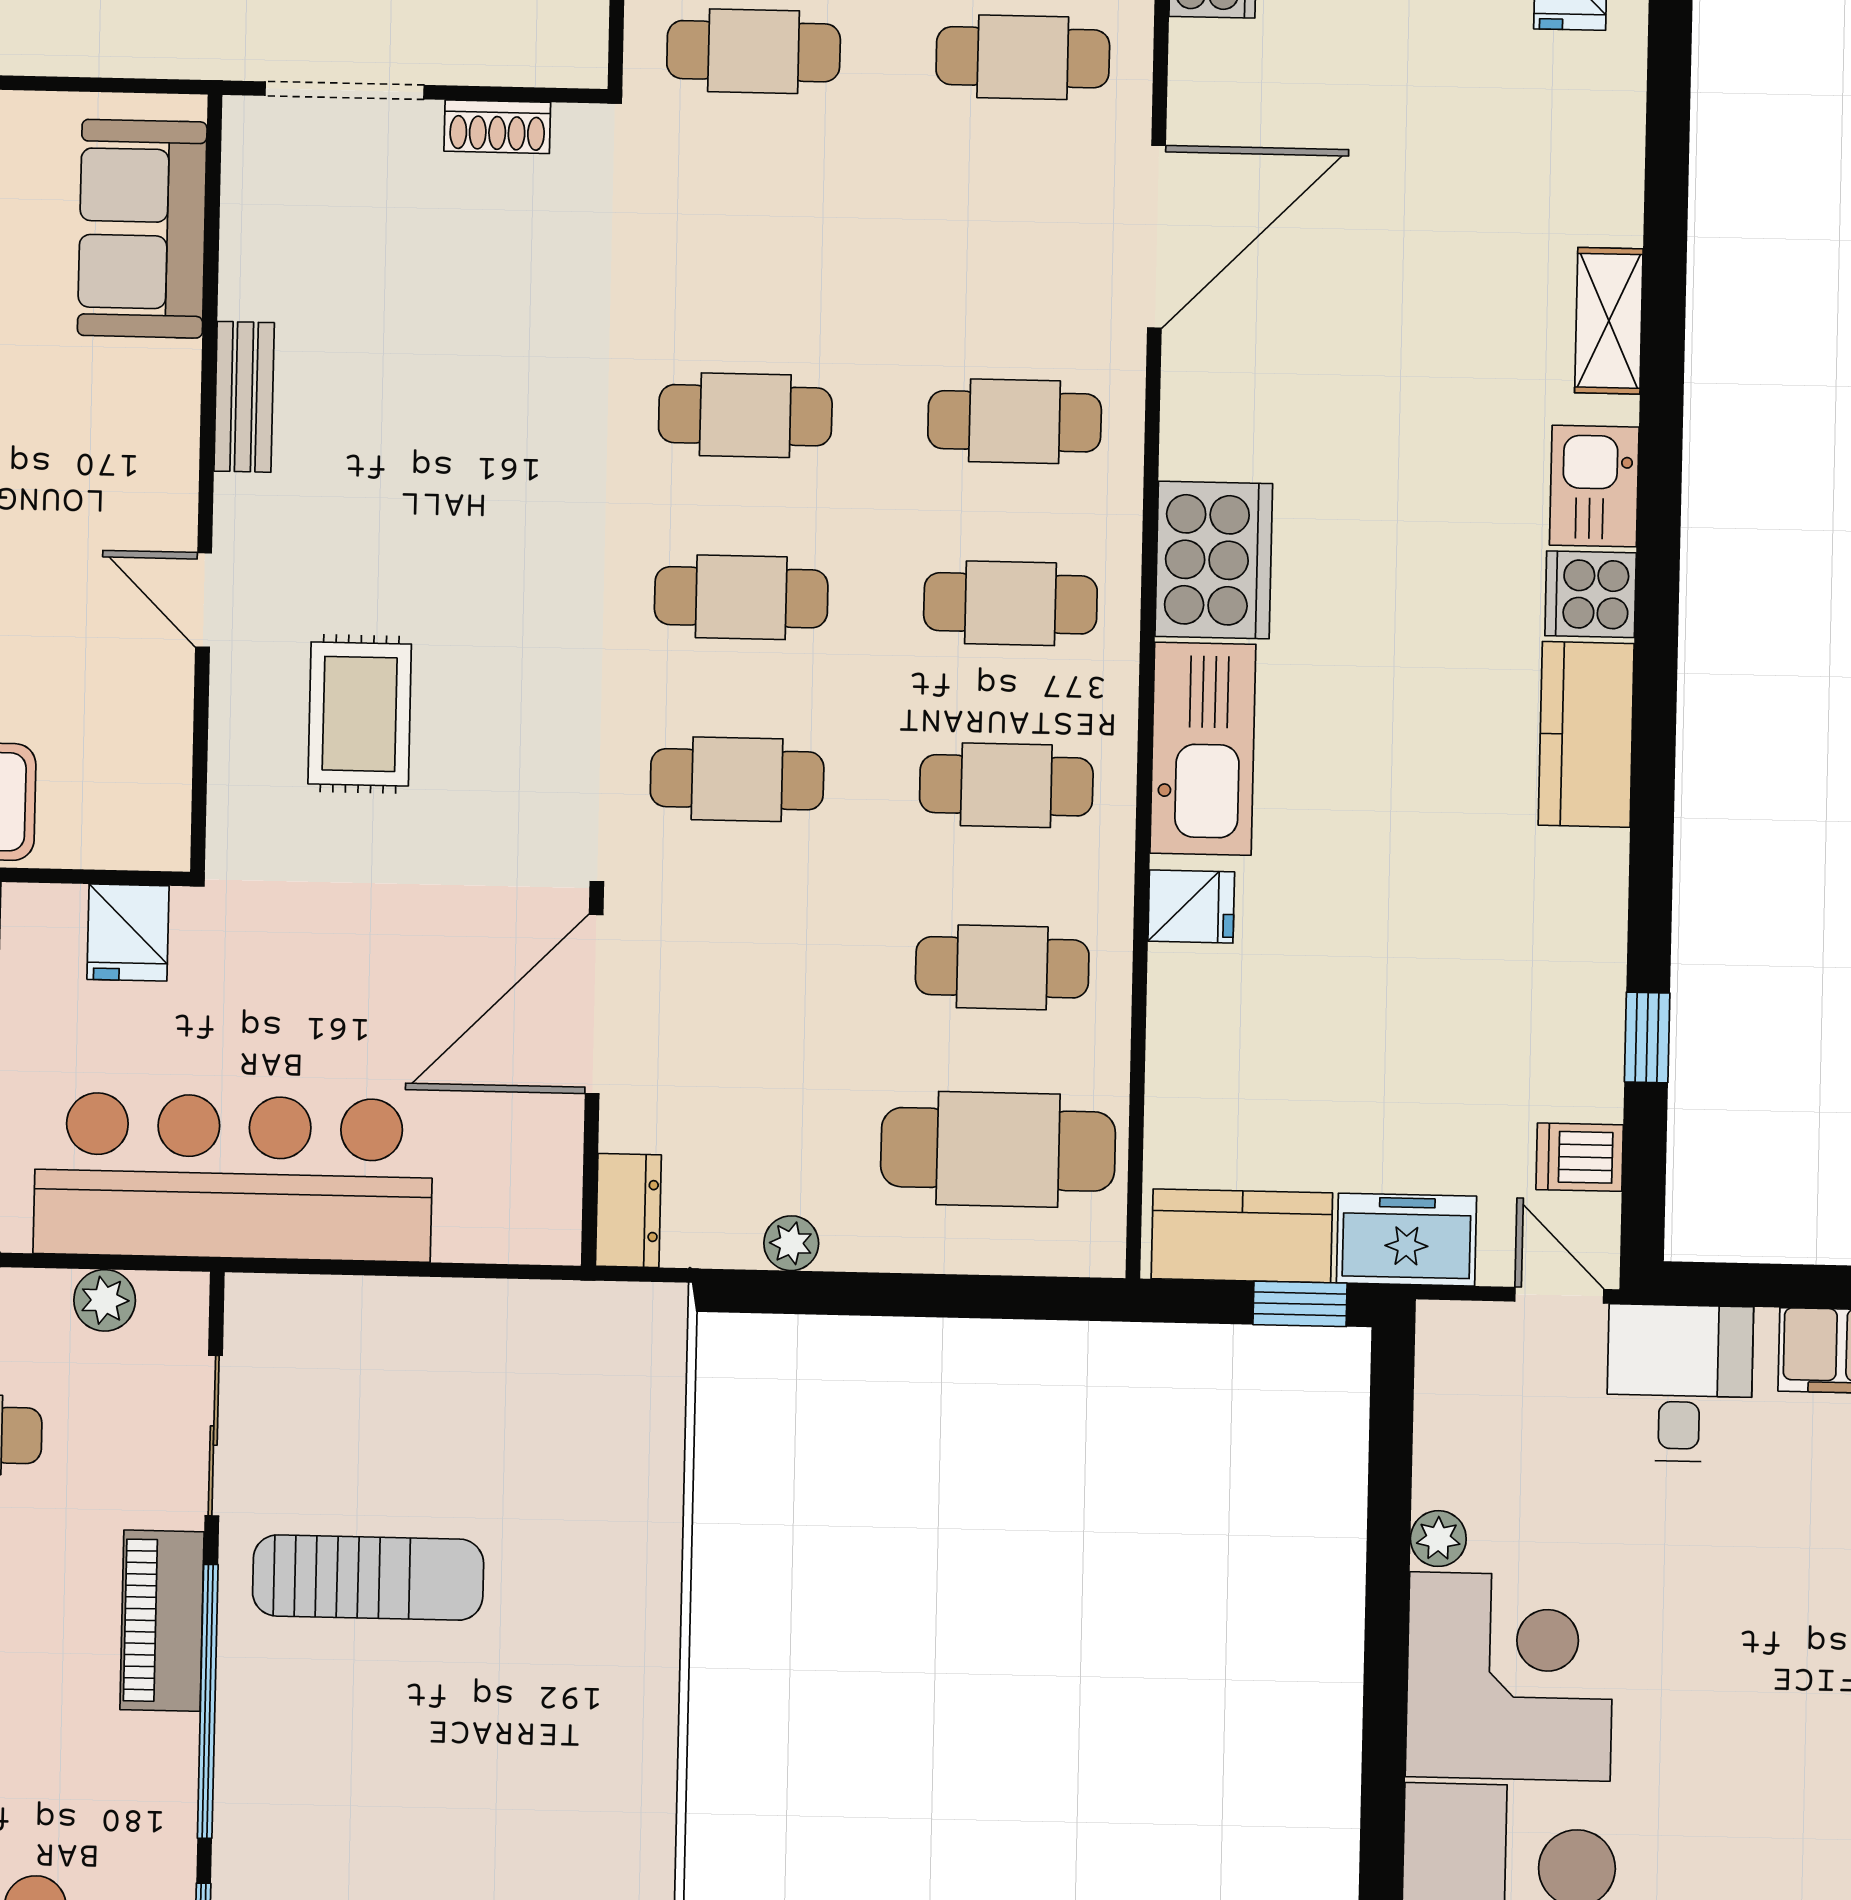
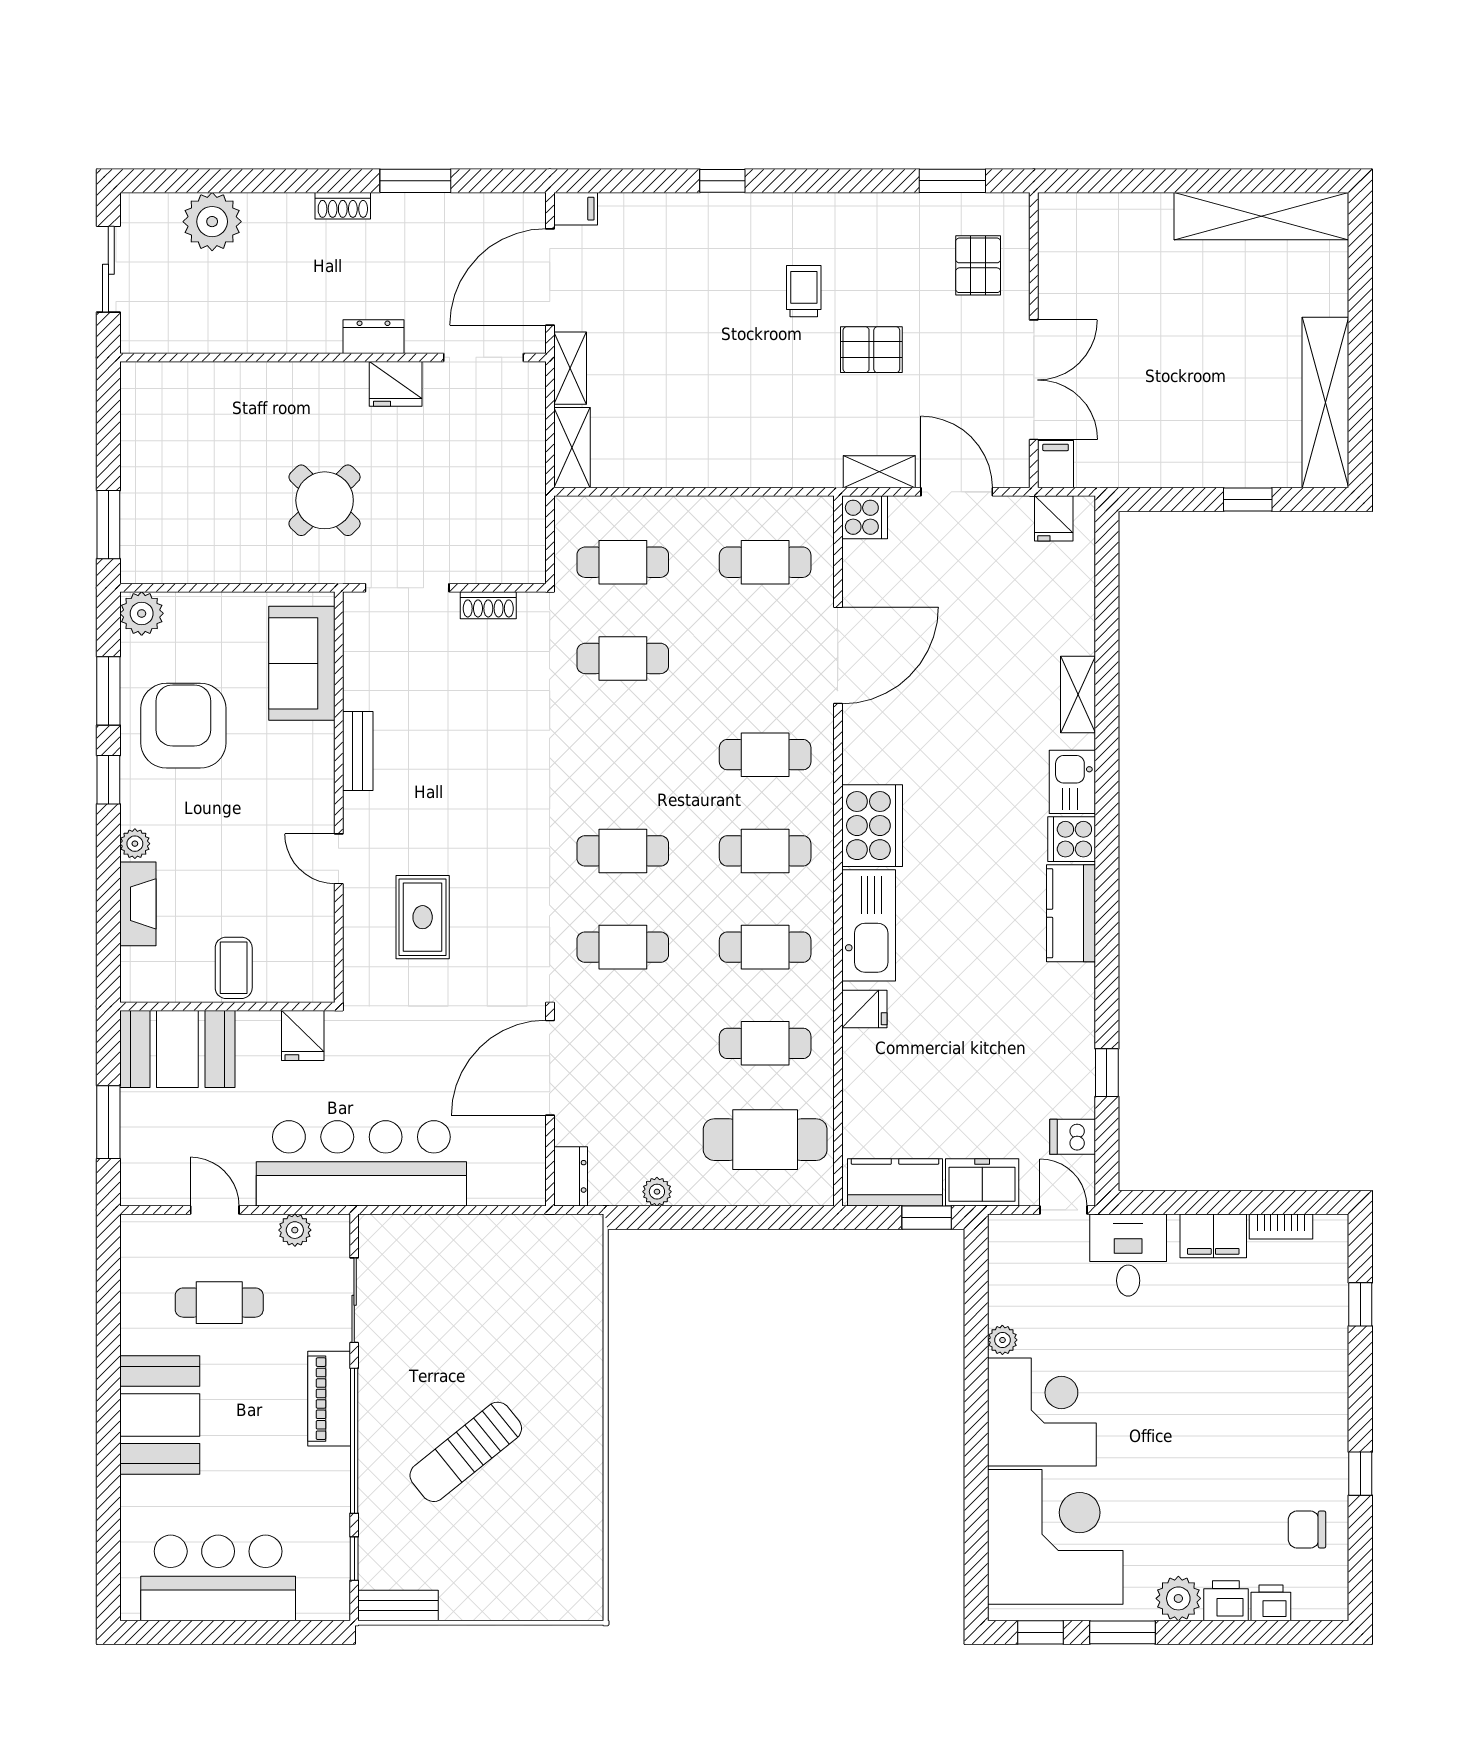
cafe table: (745, 415) -> (623, 658), moved
sun lounger: (368, 1578) -> (466, 1452), moved, turned 141

